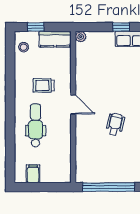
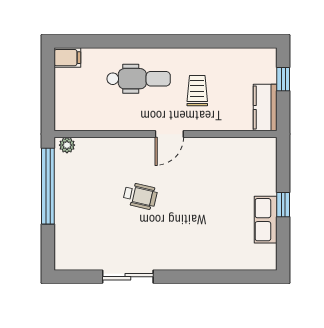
plant: (81, 37) -> (67, 145), moved
stool: (24, 47) -> (253, 61), removed
filing cabinet: (33, 174) -> (67, 58), moved

